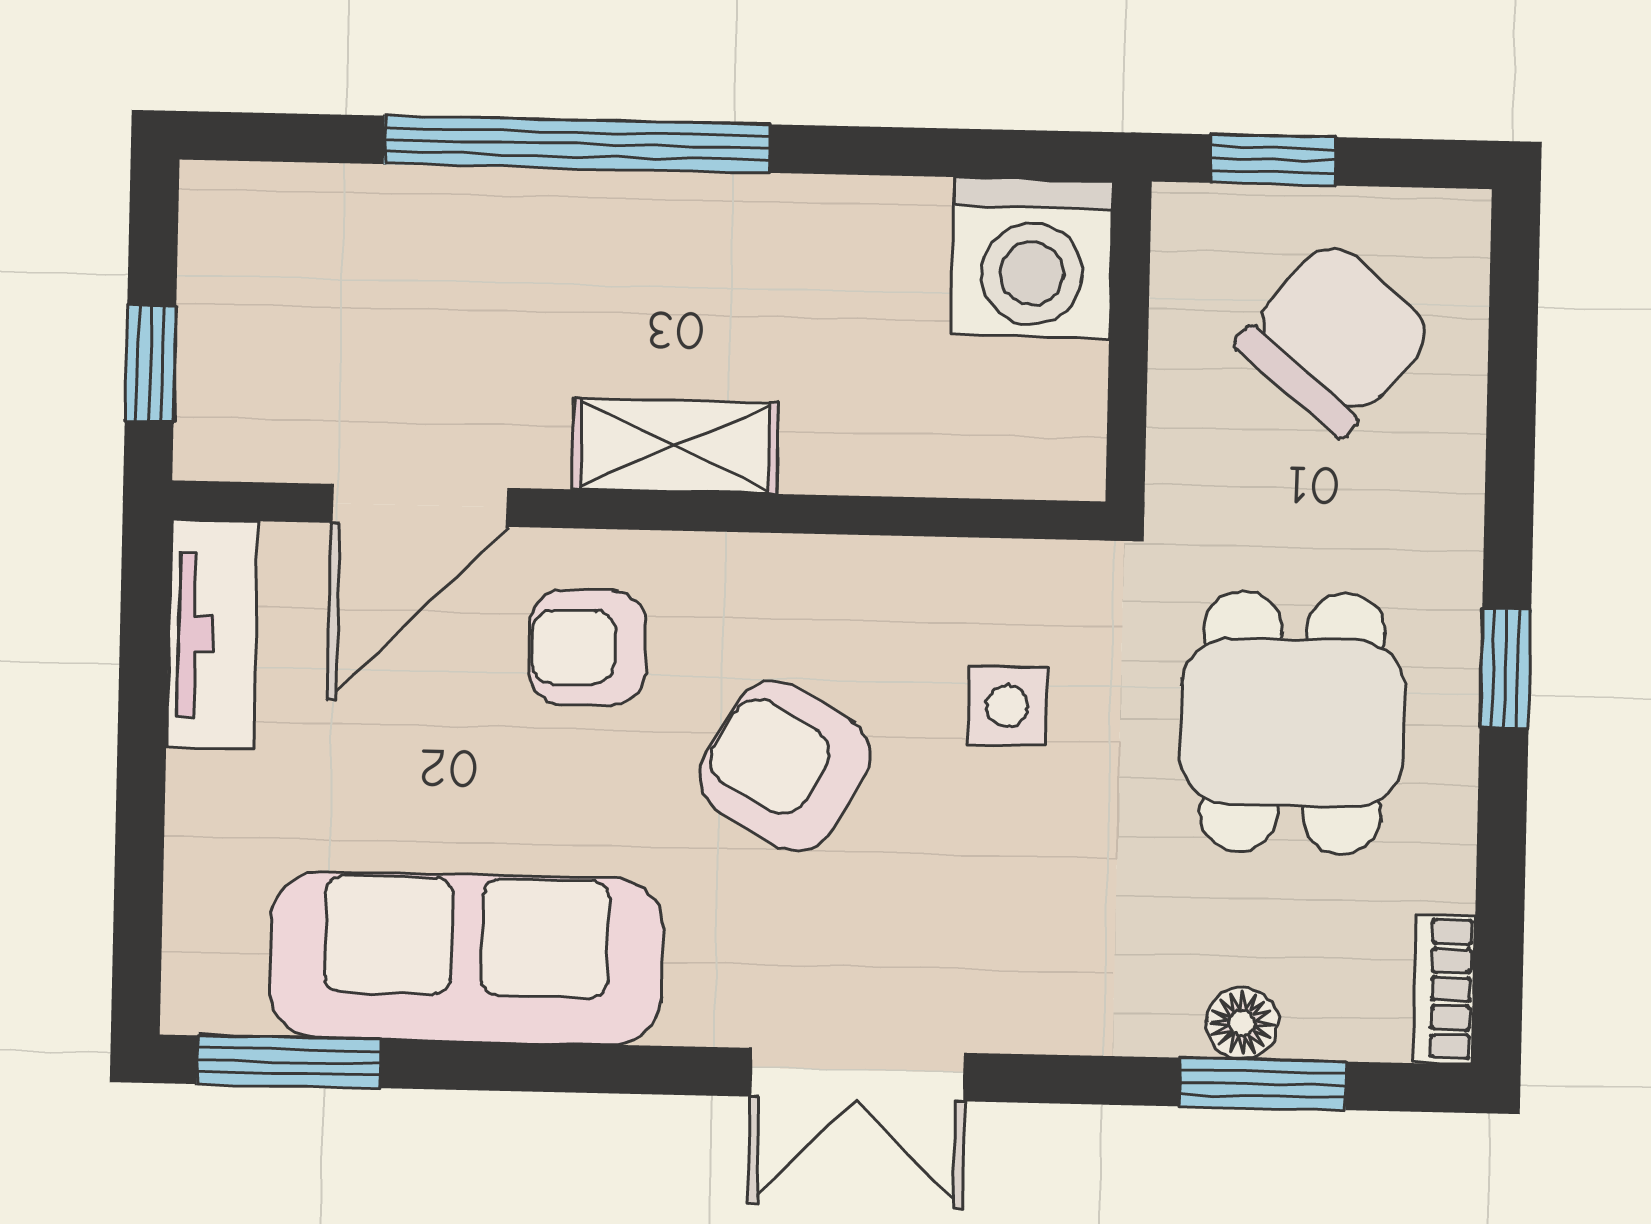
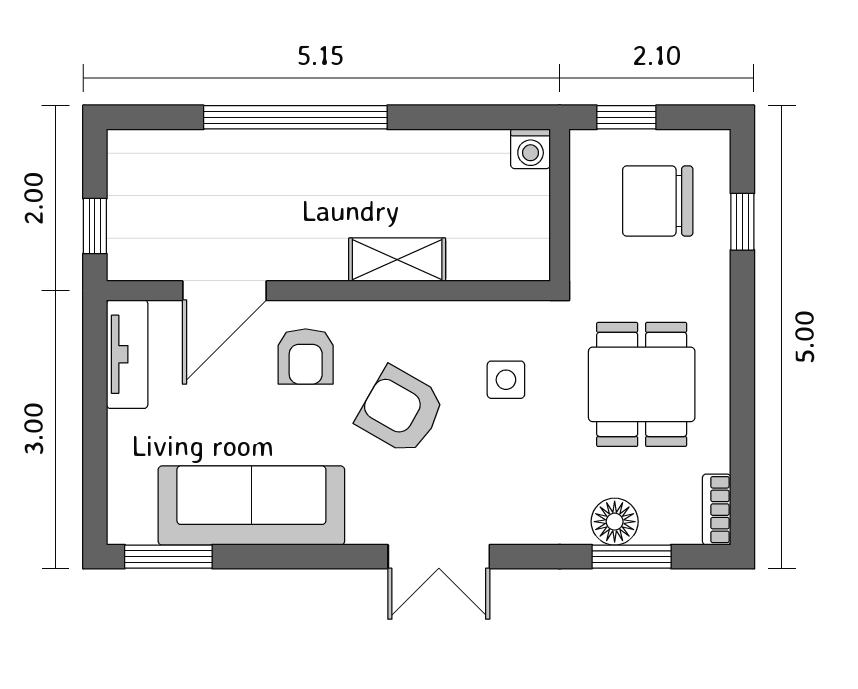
washing machine: (1032, 258) -> (531, 149), width x0.53, depth x0.53
chair: (1335, 338) -> (658, 201), turned -130
shelving: (675, 446) -> (397, 260), moved
armchair: (587, 648) -> (306, 356), turned -90
window: (1505, 669) -> (742, 222), moved
floor lamp: (1242, 1023) -> (615, 522), width x1.37, depth x1.37

